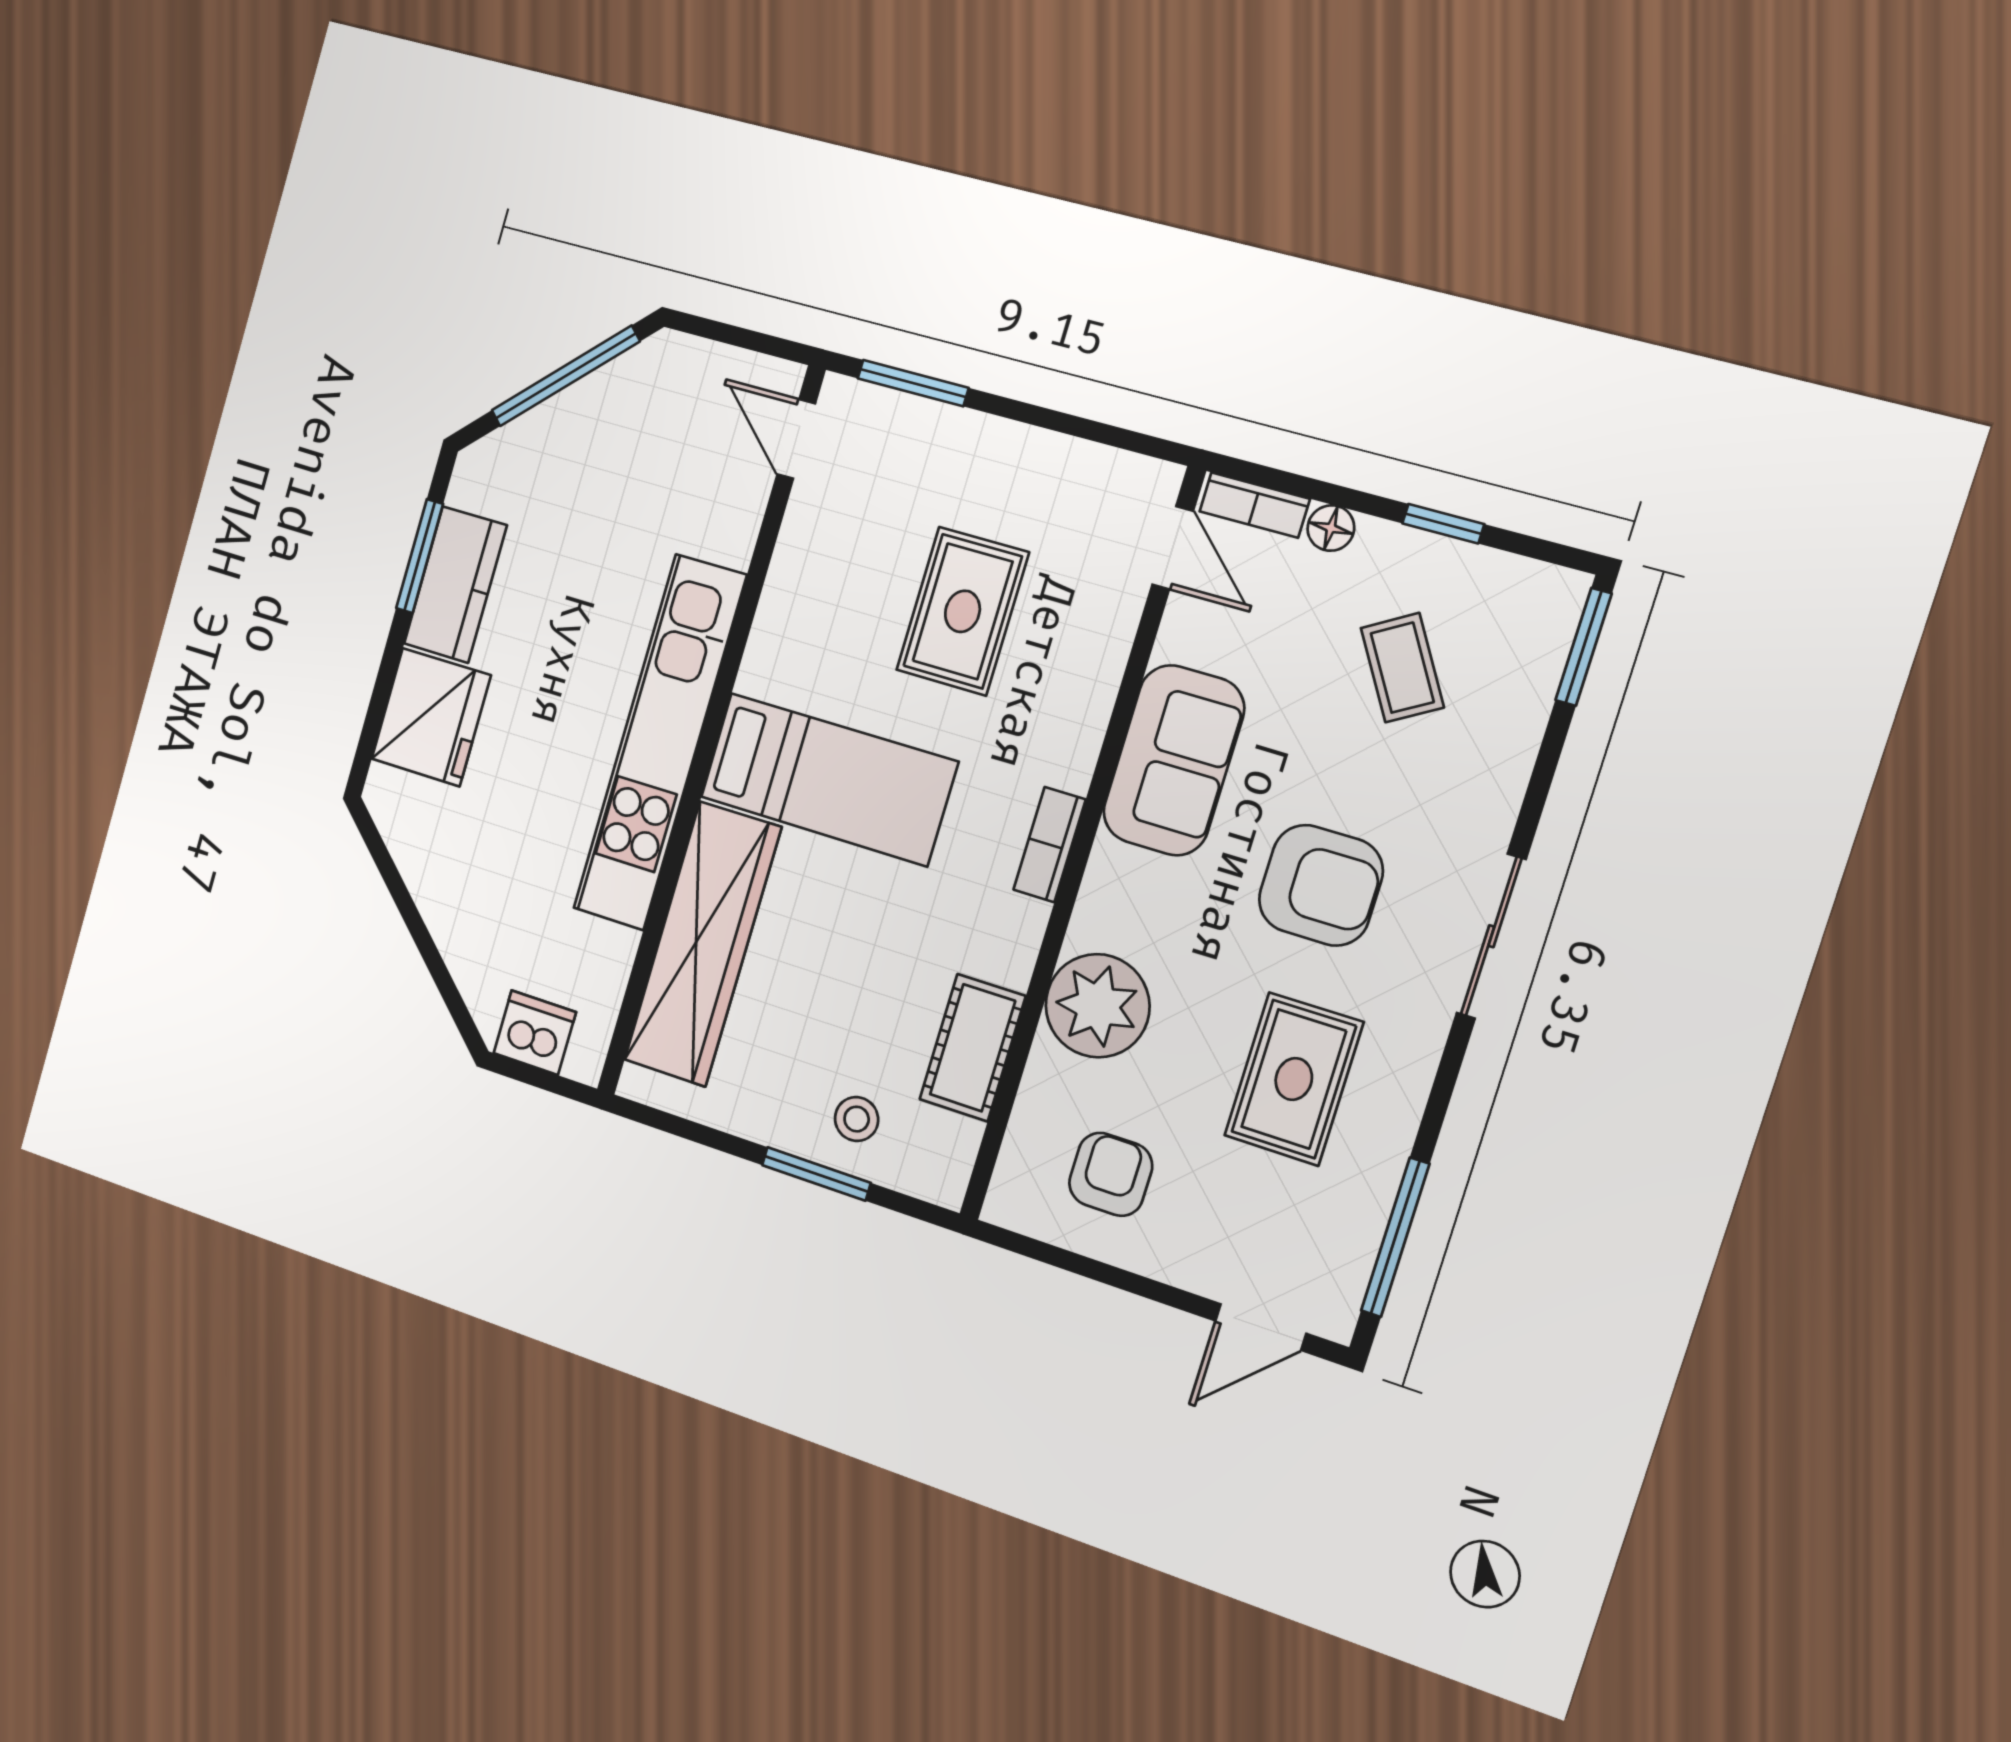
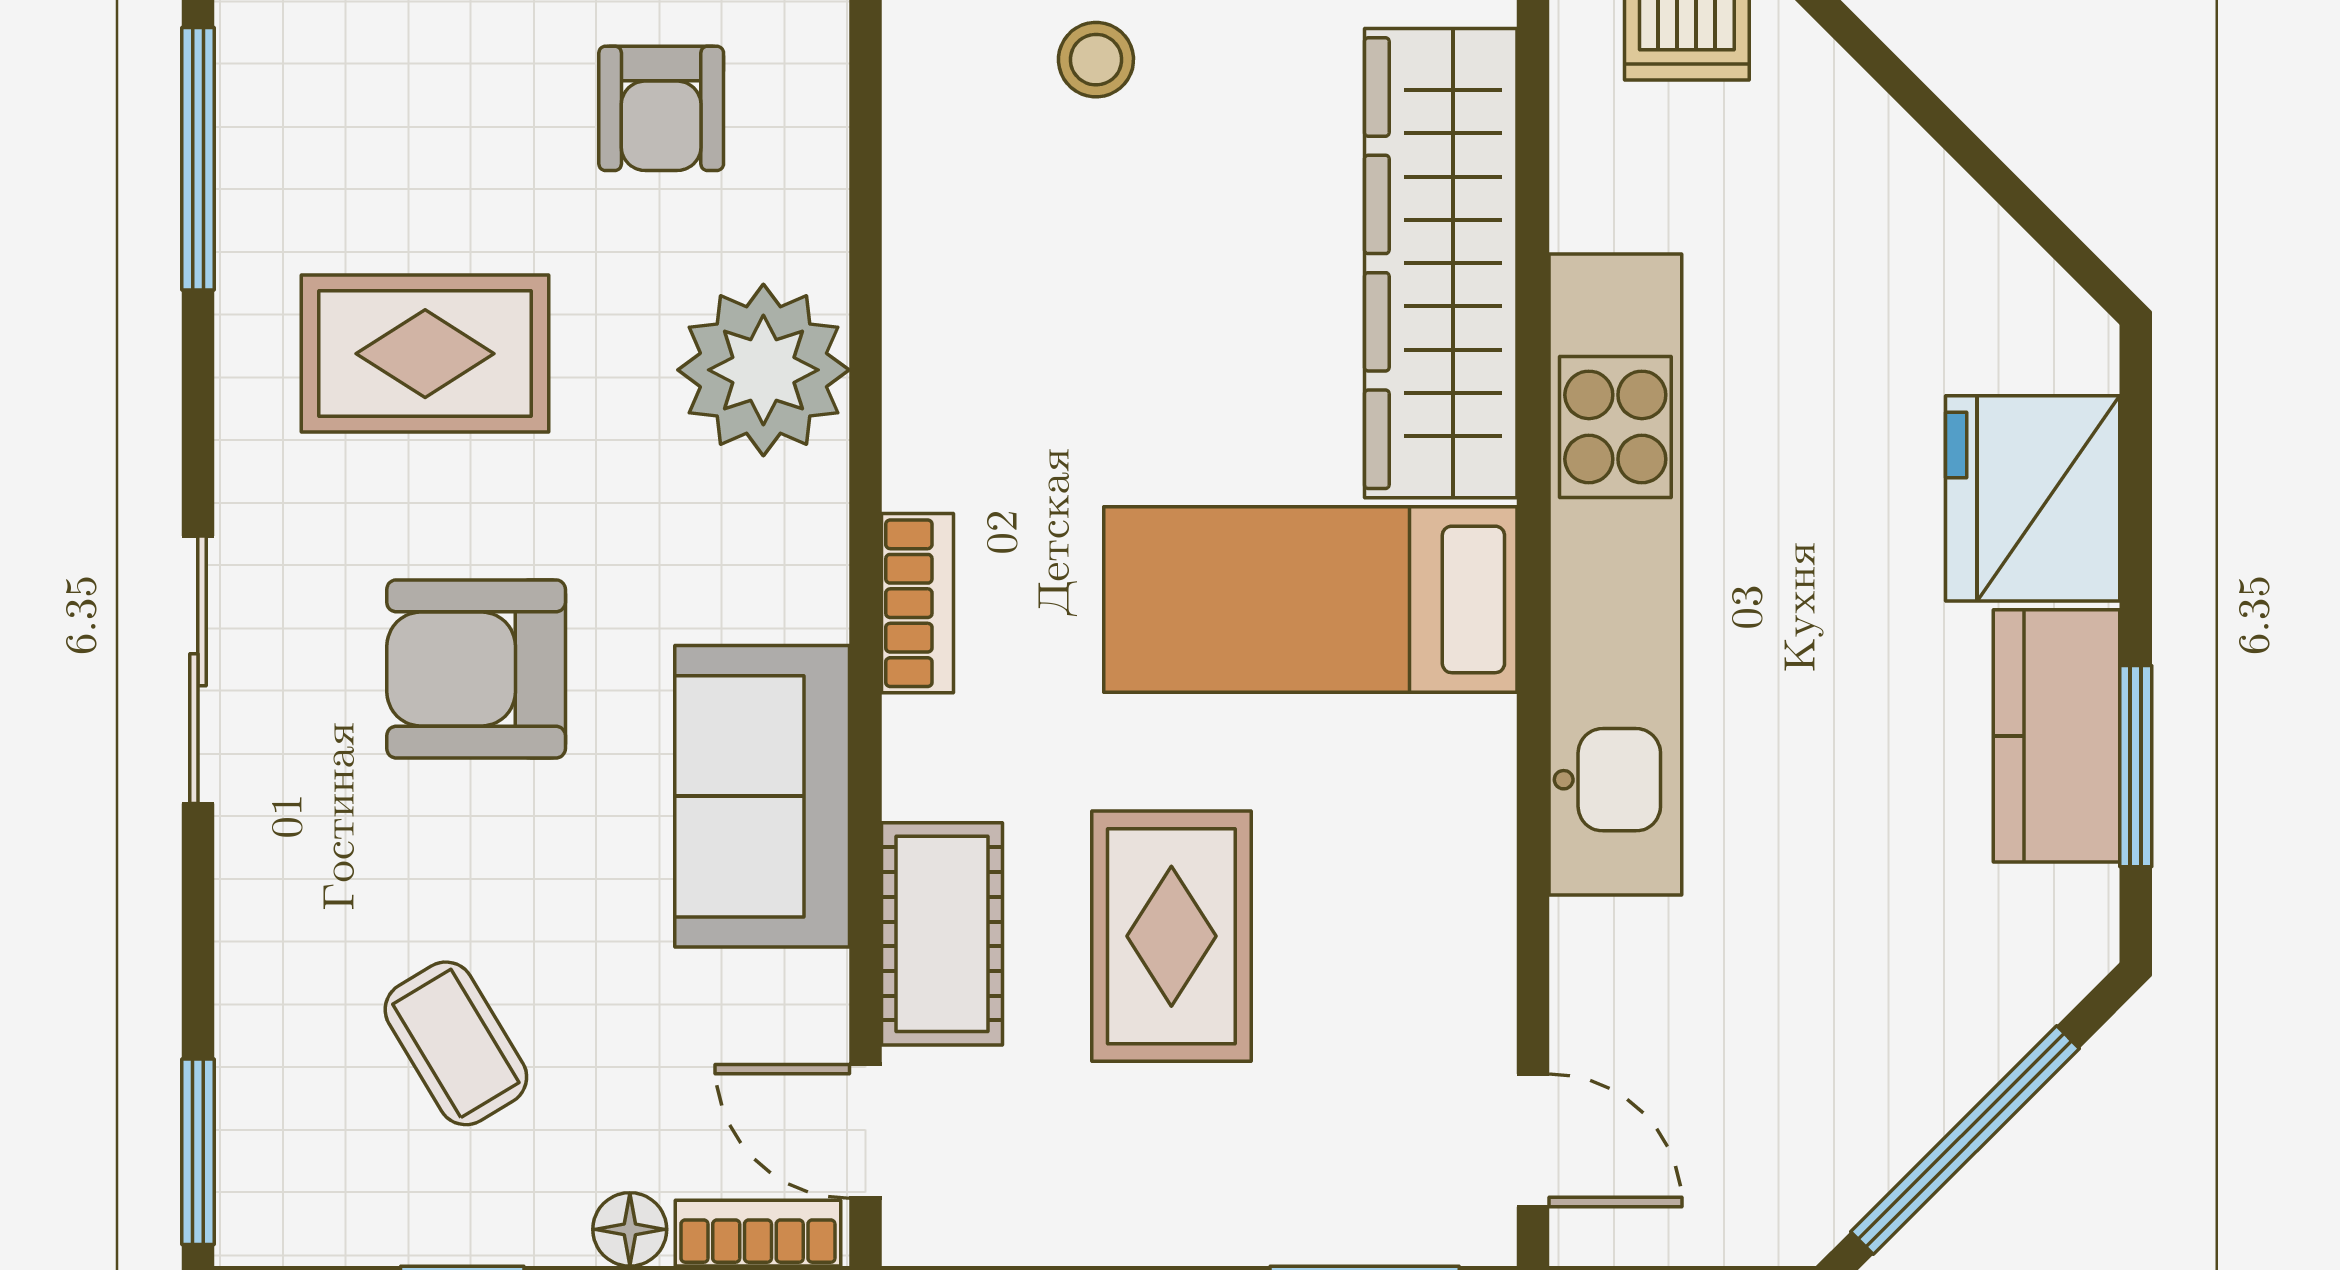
cot: (973, 1048) -> (942, 934), moved
rug: (1294, 1079) -> (425, 354), turned 90

